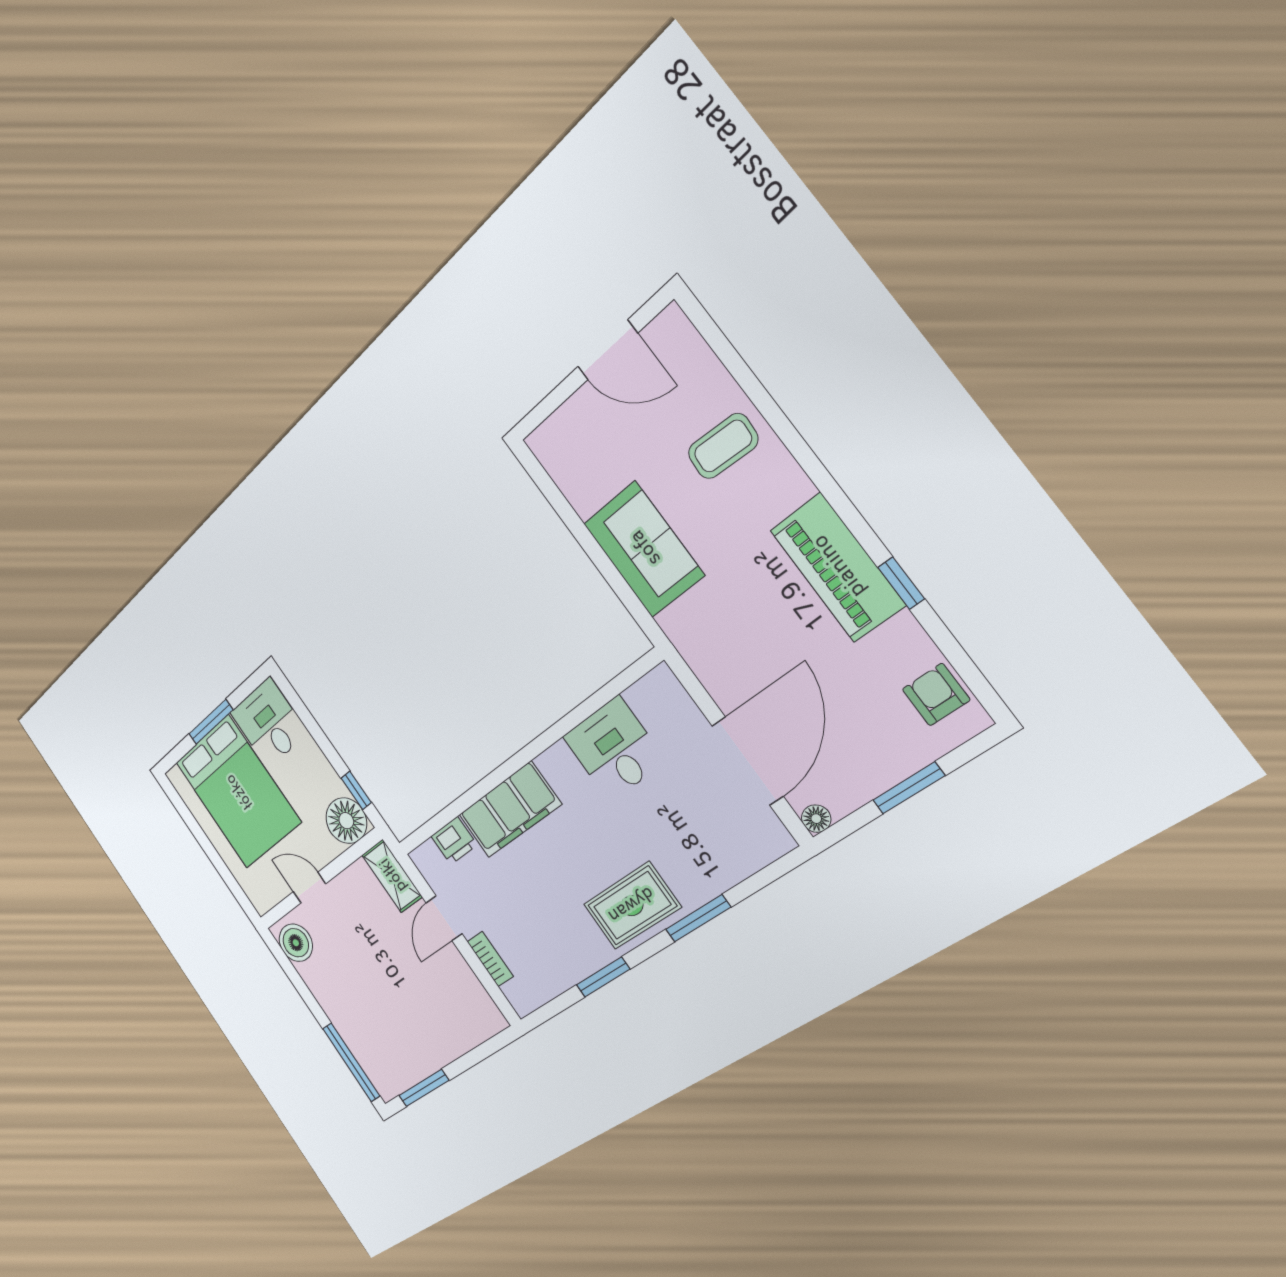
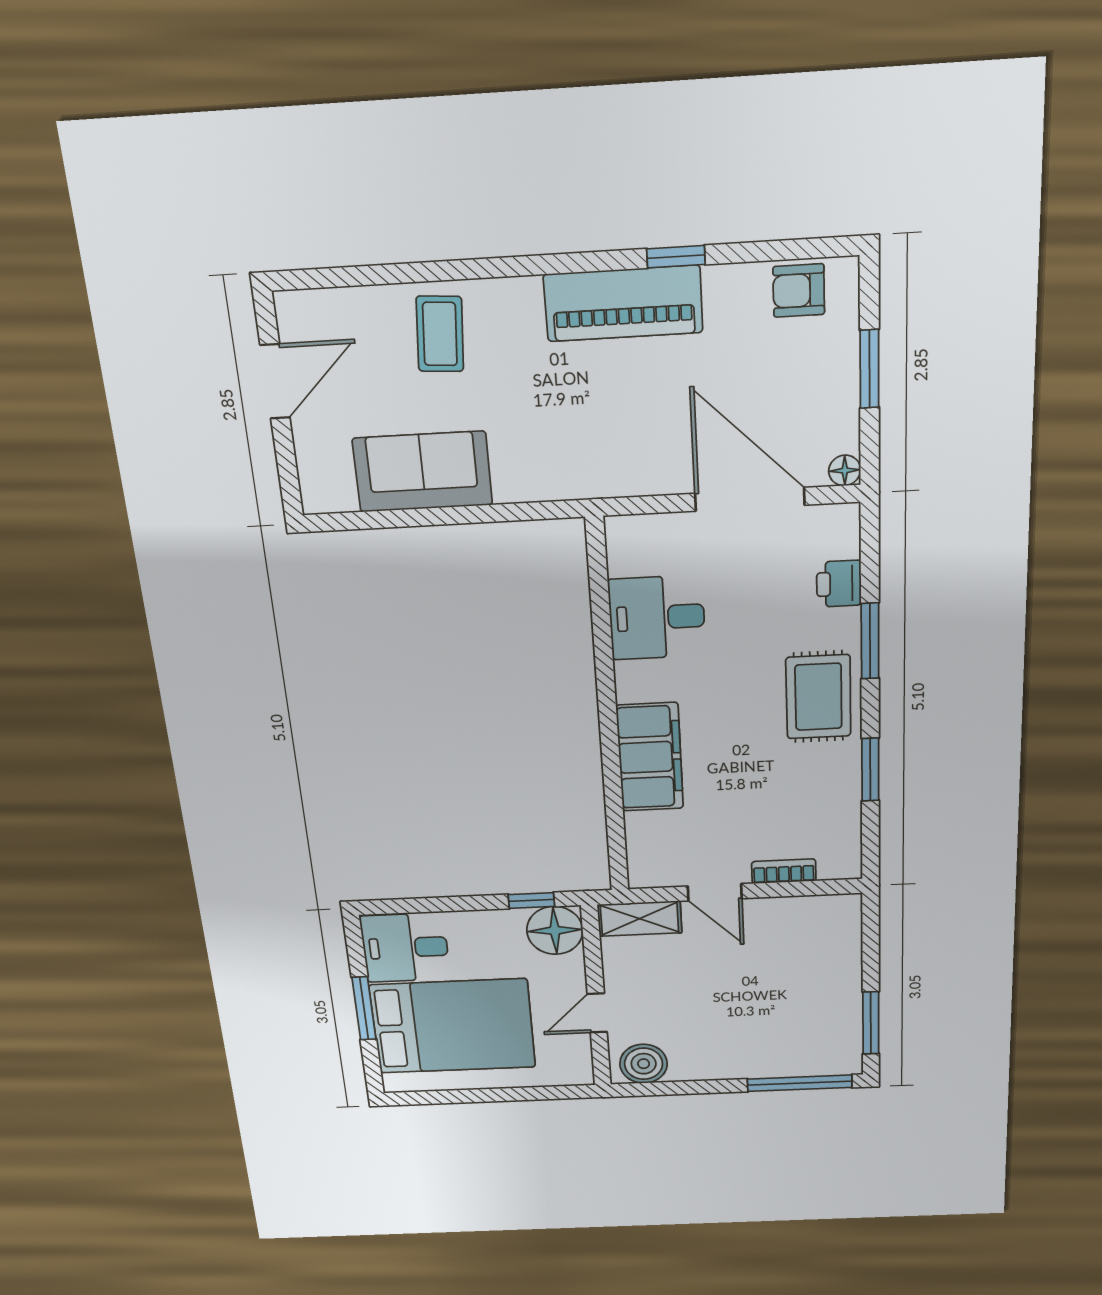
sofa: (644, 549) -> (422, 472), moved
printer: (454, 841) -> (839, 584), moved, turned 180

